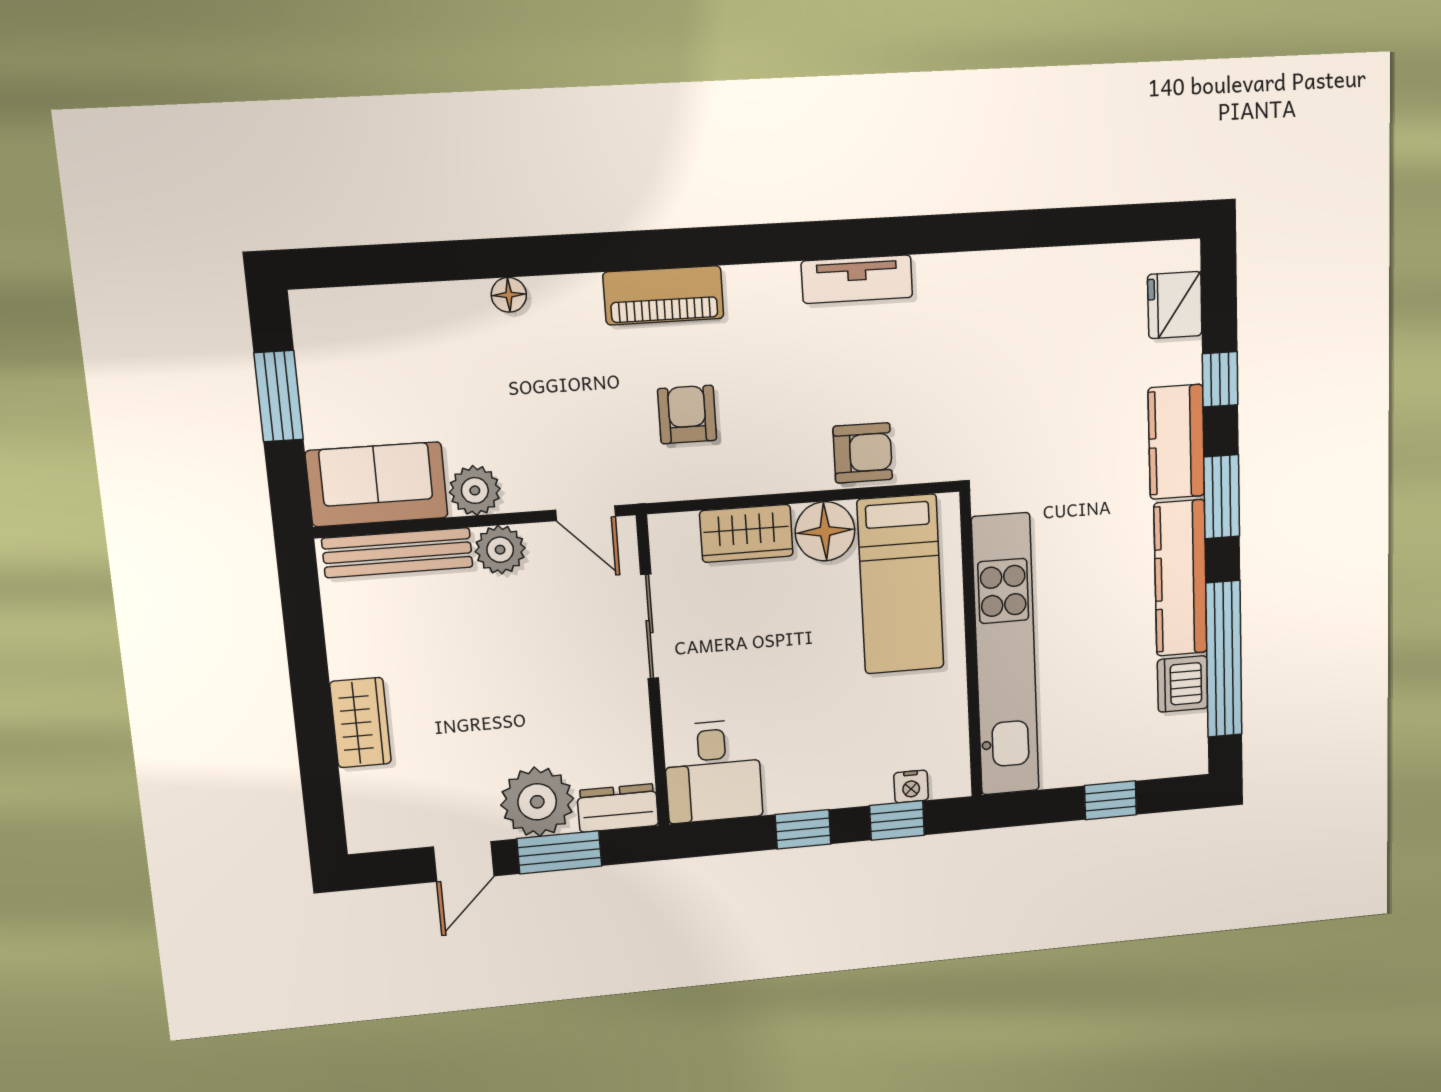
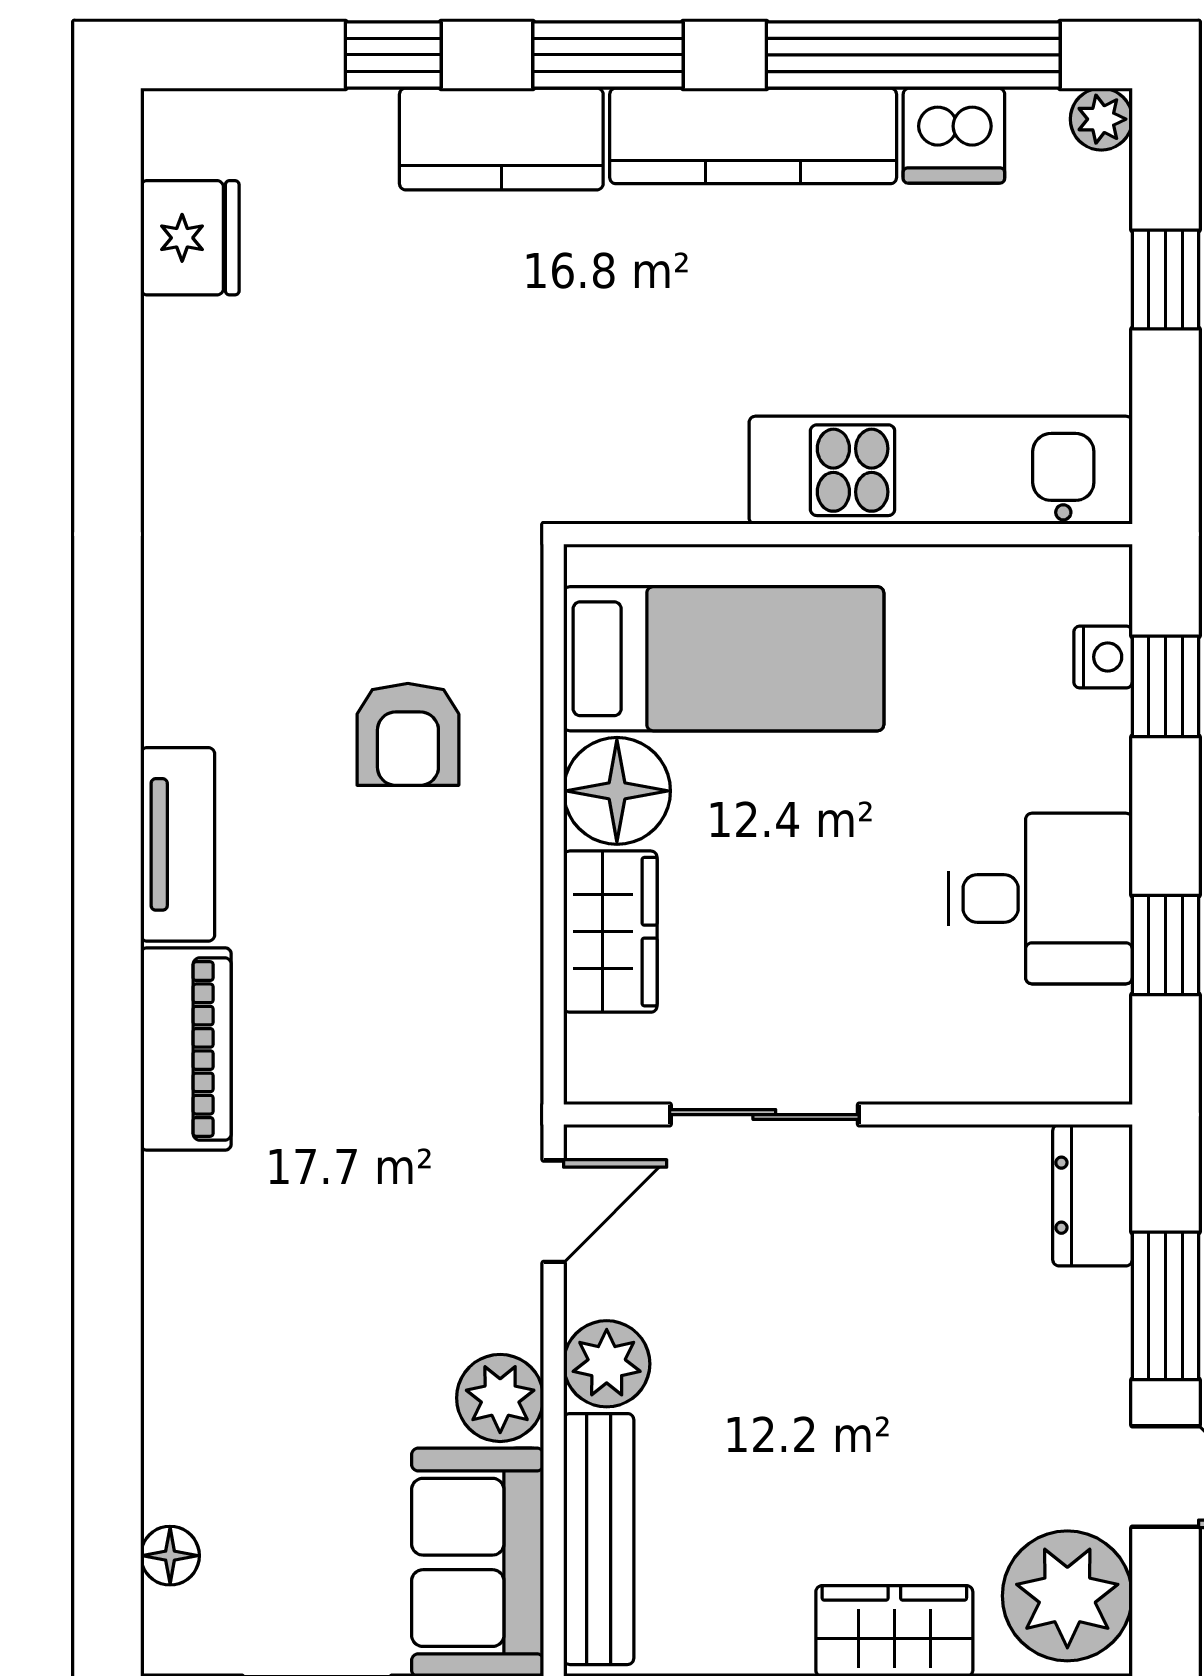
tv unit: (857, 279) -> (178, 844), moved
floor lamp: (509, 295) -> (170, 1556), moved
fridge: (1175, 305) -> (190, 238), moved, turned -90
armchair: (687, 415) -> (393, 1022), removed
armchair: (863, 453) -> (408, 734), moved, turned 180
kitchen unit: (1006, 655) -> (941, 470), width x0.73
plant: (1192, 760) -> (1101, 119), added
desk: (713, 771) -> (1040, 898), moved
plant: (537, 802) -> (1067, 1596), moved
window: (803, 829) -> (1165, 945), moved

